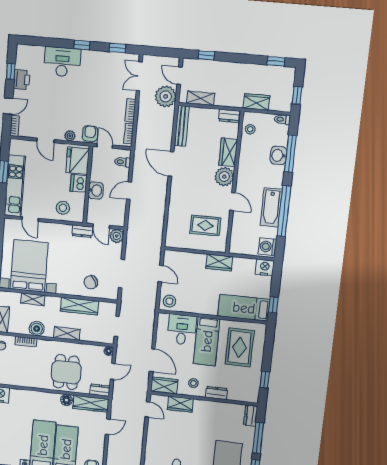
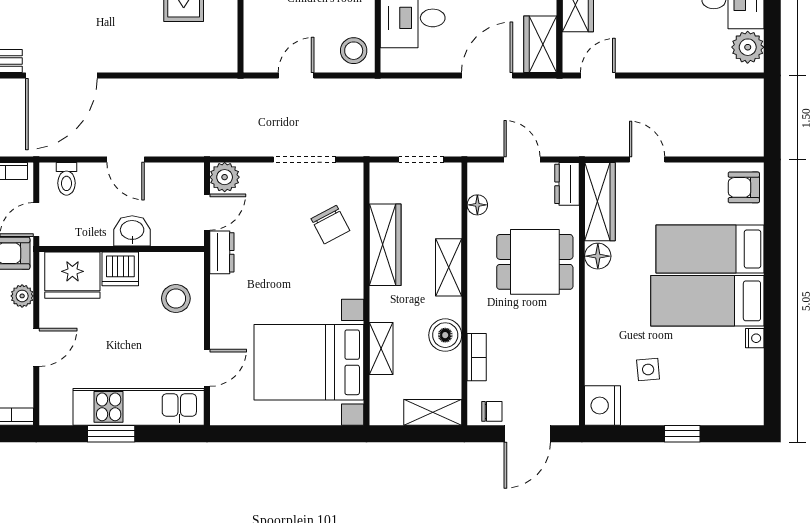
door: (171, 164) -> (61, 76), width x1.36
floor lamp: (109, 351) -> (477, 205), moved
side table: (15, 416) -> (648, 370), added

